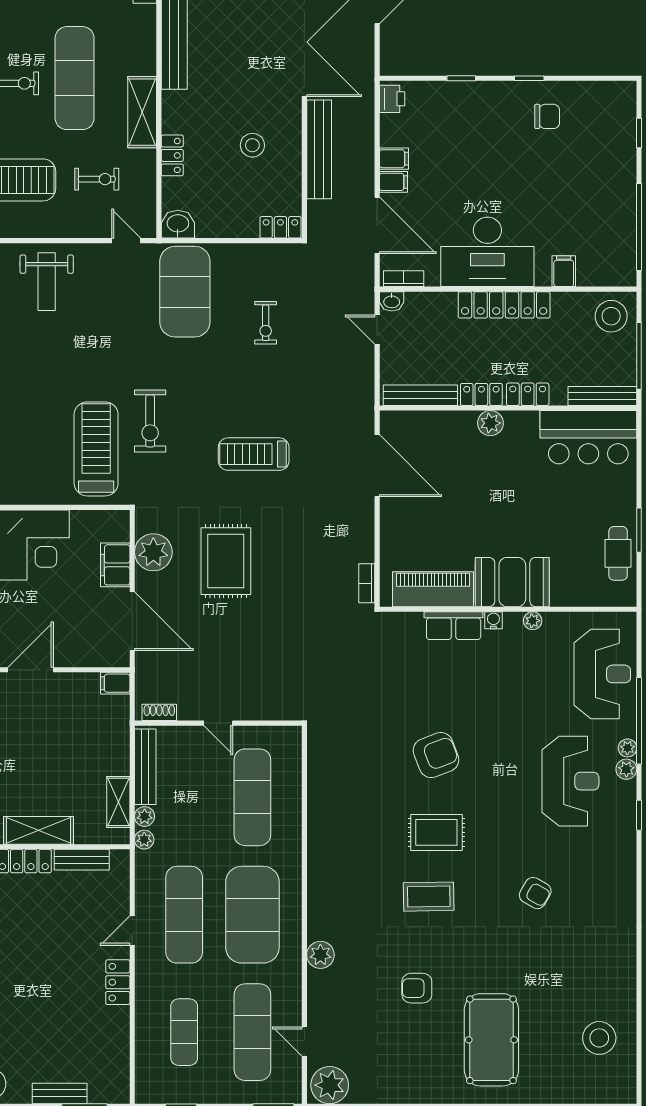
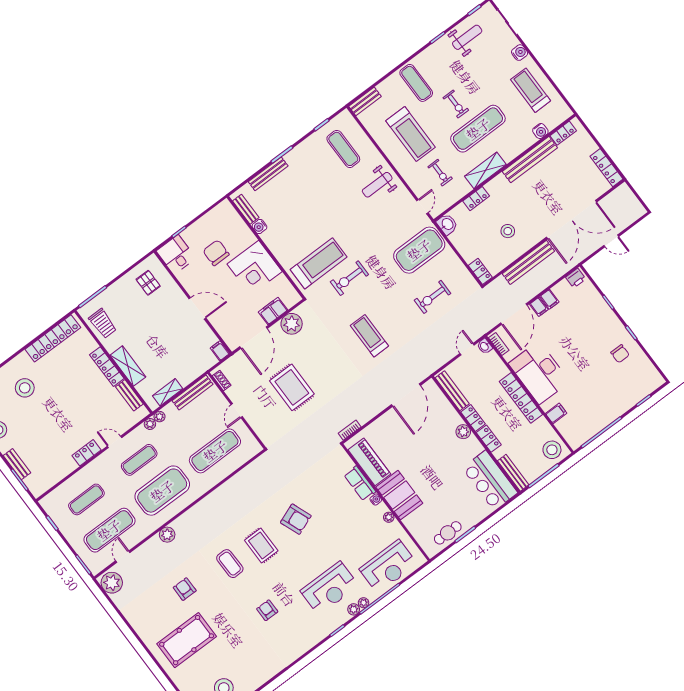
exercise bike: (266, 323) -> (432, 297), width x1.38, depth x1.39
rug: (226, 561) -> (292, 387), moved, turned 90
plant: (145, 816) -> (150, 424), moved
armchair: (535, 893) -> (267, 610), turned 150
exercise mat: (184, 915) -> (139, 460), width x0.73, depth x0.69

